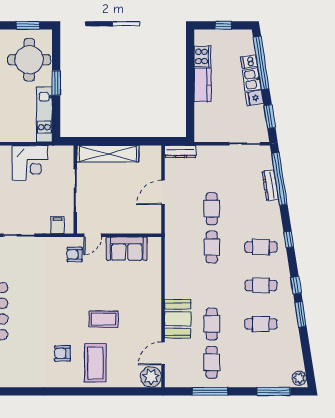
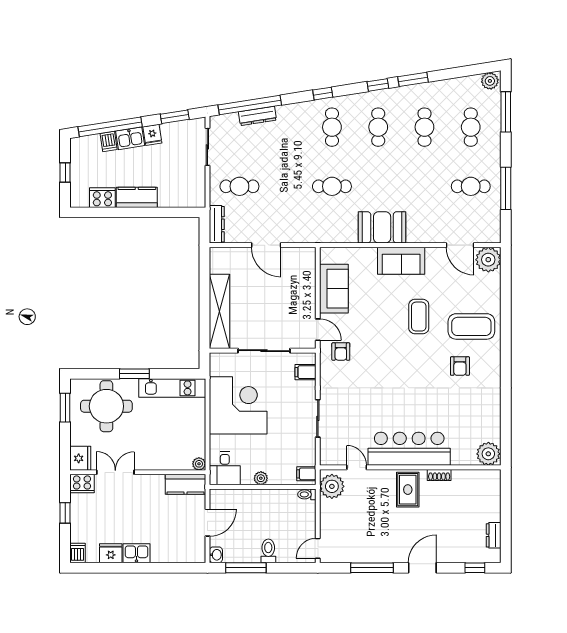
corner desk: (30, 163) -> (238, 405), width x1.36, depth x1.36
cafe table: (212, 209) -> (239, 186), moved
sofa: (150, 304) -> (401, 261), added
booth: (178, 319) -> (382, 227), moved
cafe table: (212, 324) -> (471, 127), moved, turned 90

